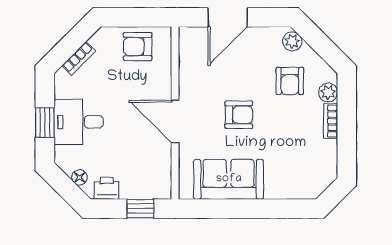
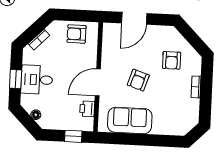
plant: (292, 41) -> (174, 35), removed
plant: (328, 92) -> (195, 69), removed
armchair: (239, 115) -> (138, 80), turned 108
door: (175, 122) -> (98, 82), hinge flipped
printer: (107, 188) -> (87, 109), moved, turned -90

